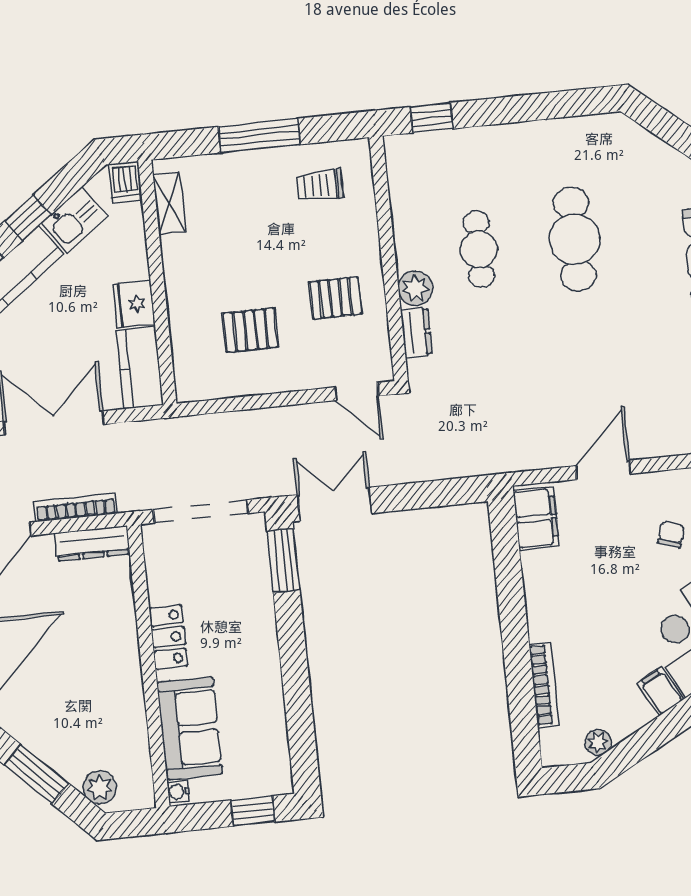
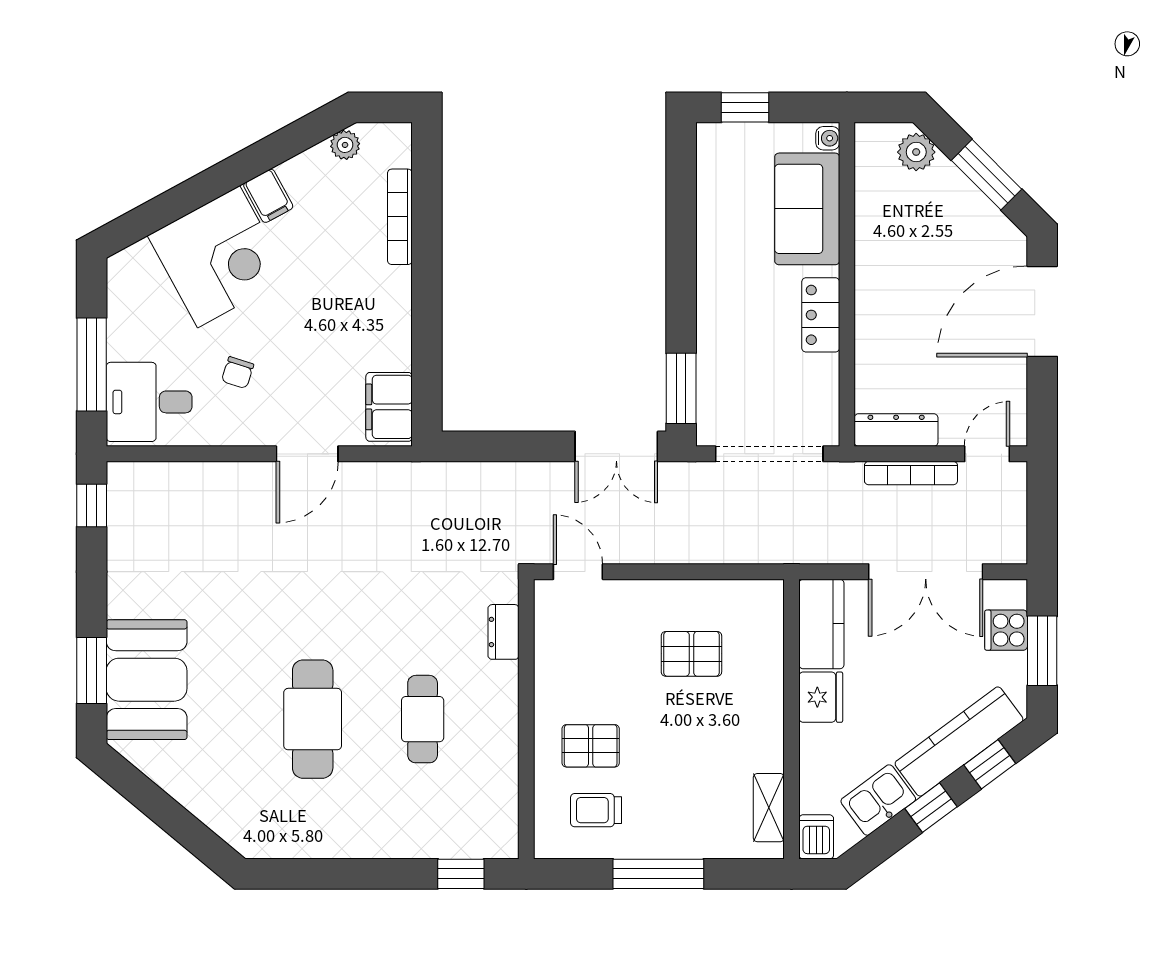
trolley: (320, 185) -> (596, 810), turned 180
plant: (415, 288) -> (499, 682), removed
pallet: (336, 298) -> (591, 746), moved

